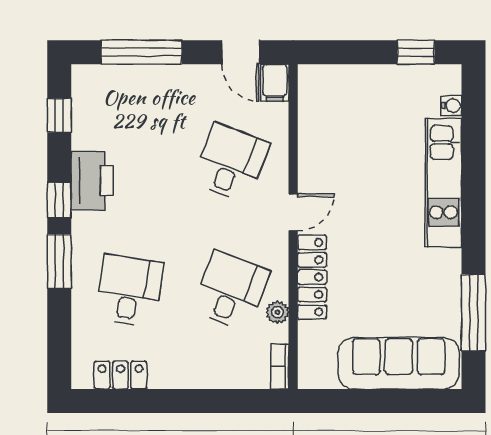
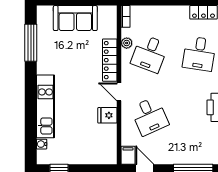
desk: (231, 163) -> (150, 116), turned -45
fridge: (317, 164) -> (107, 115), added
door: (293, 212) -> (119, 92), hinge flipped
sofa: (399, 363) -> (75, 18), width x0.73

